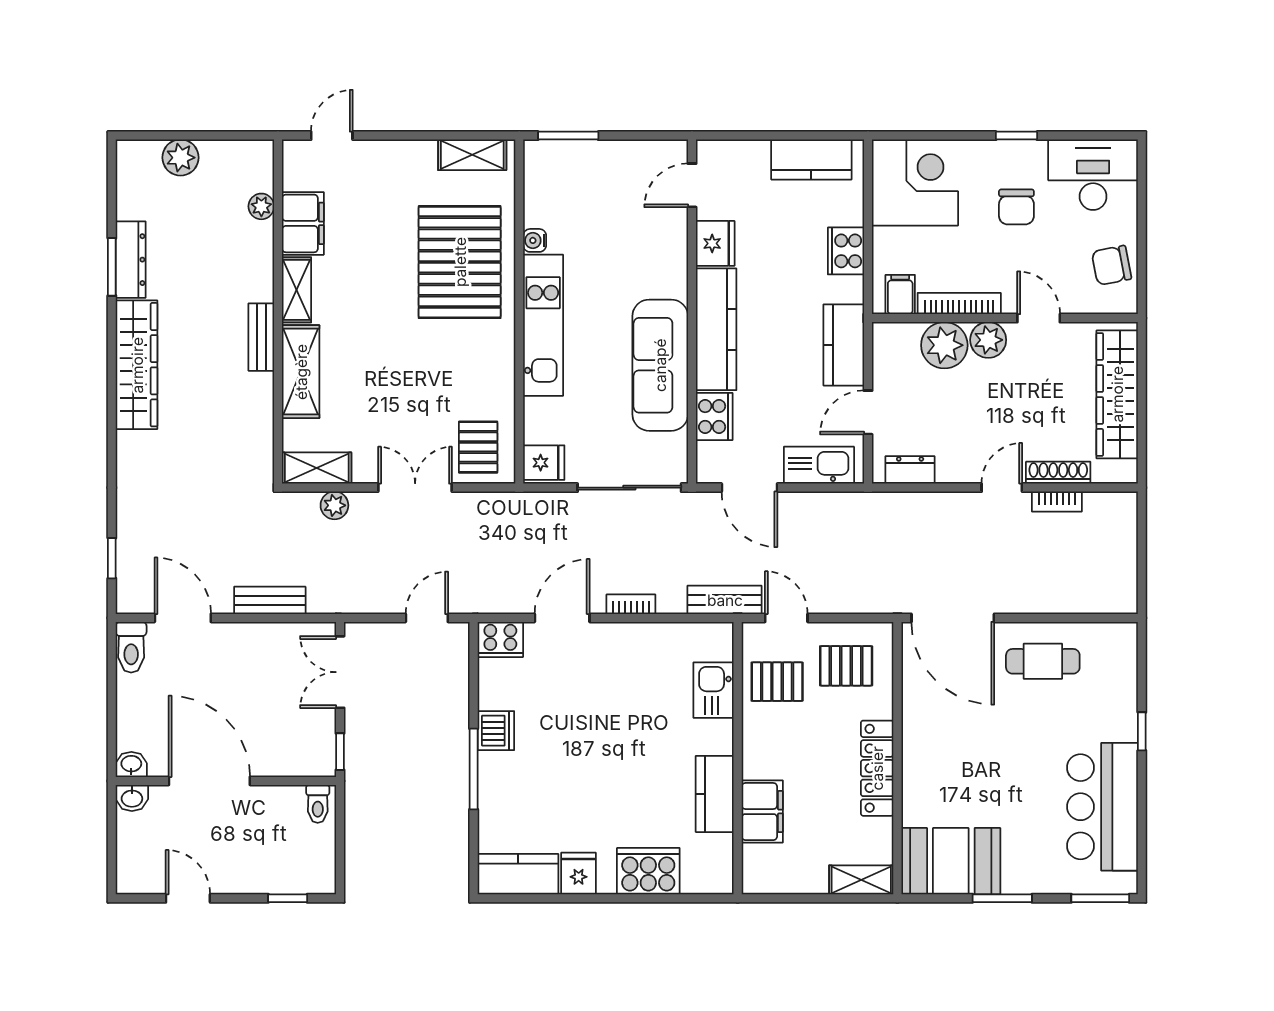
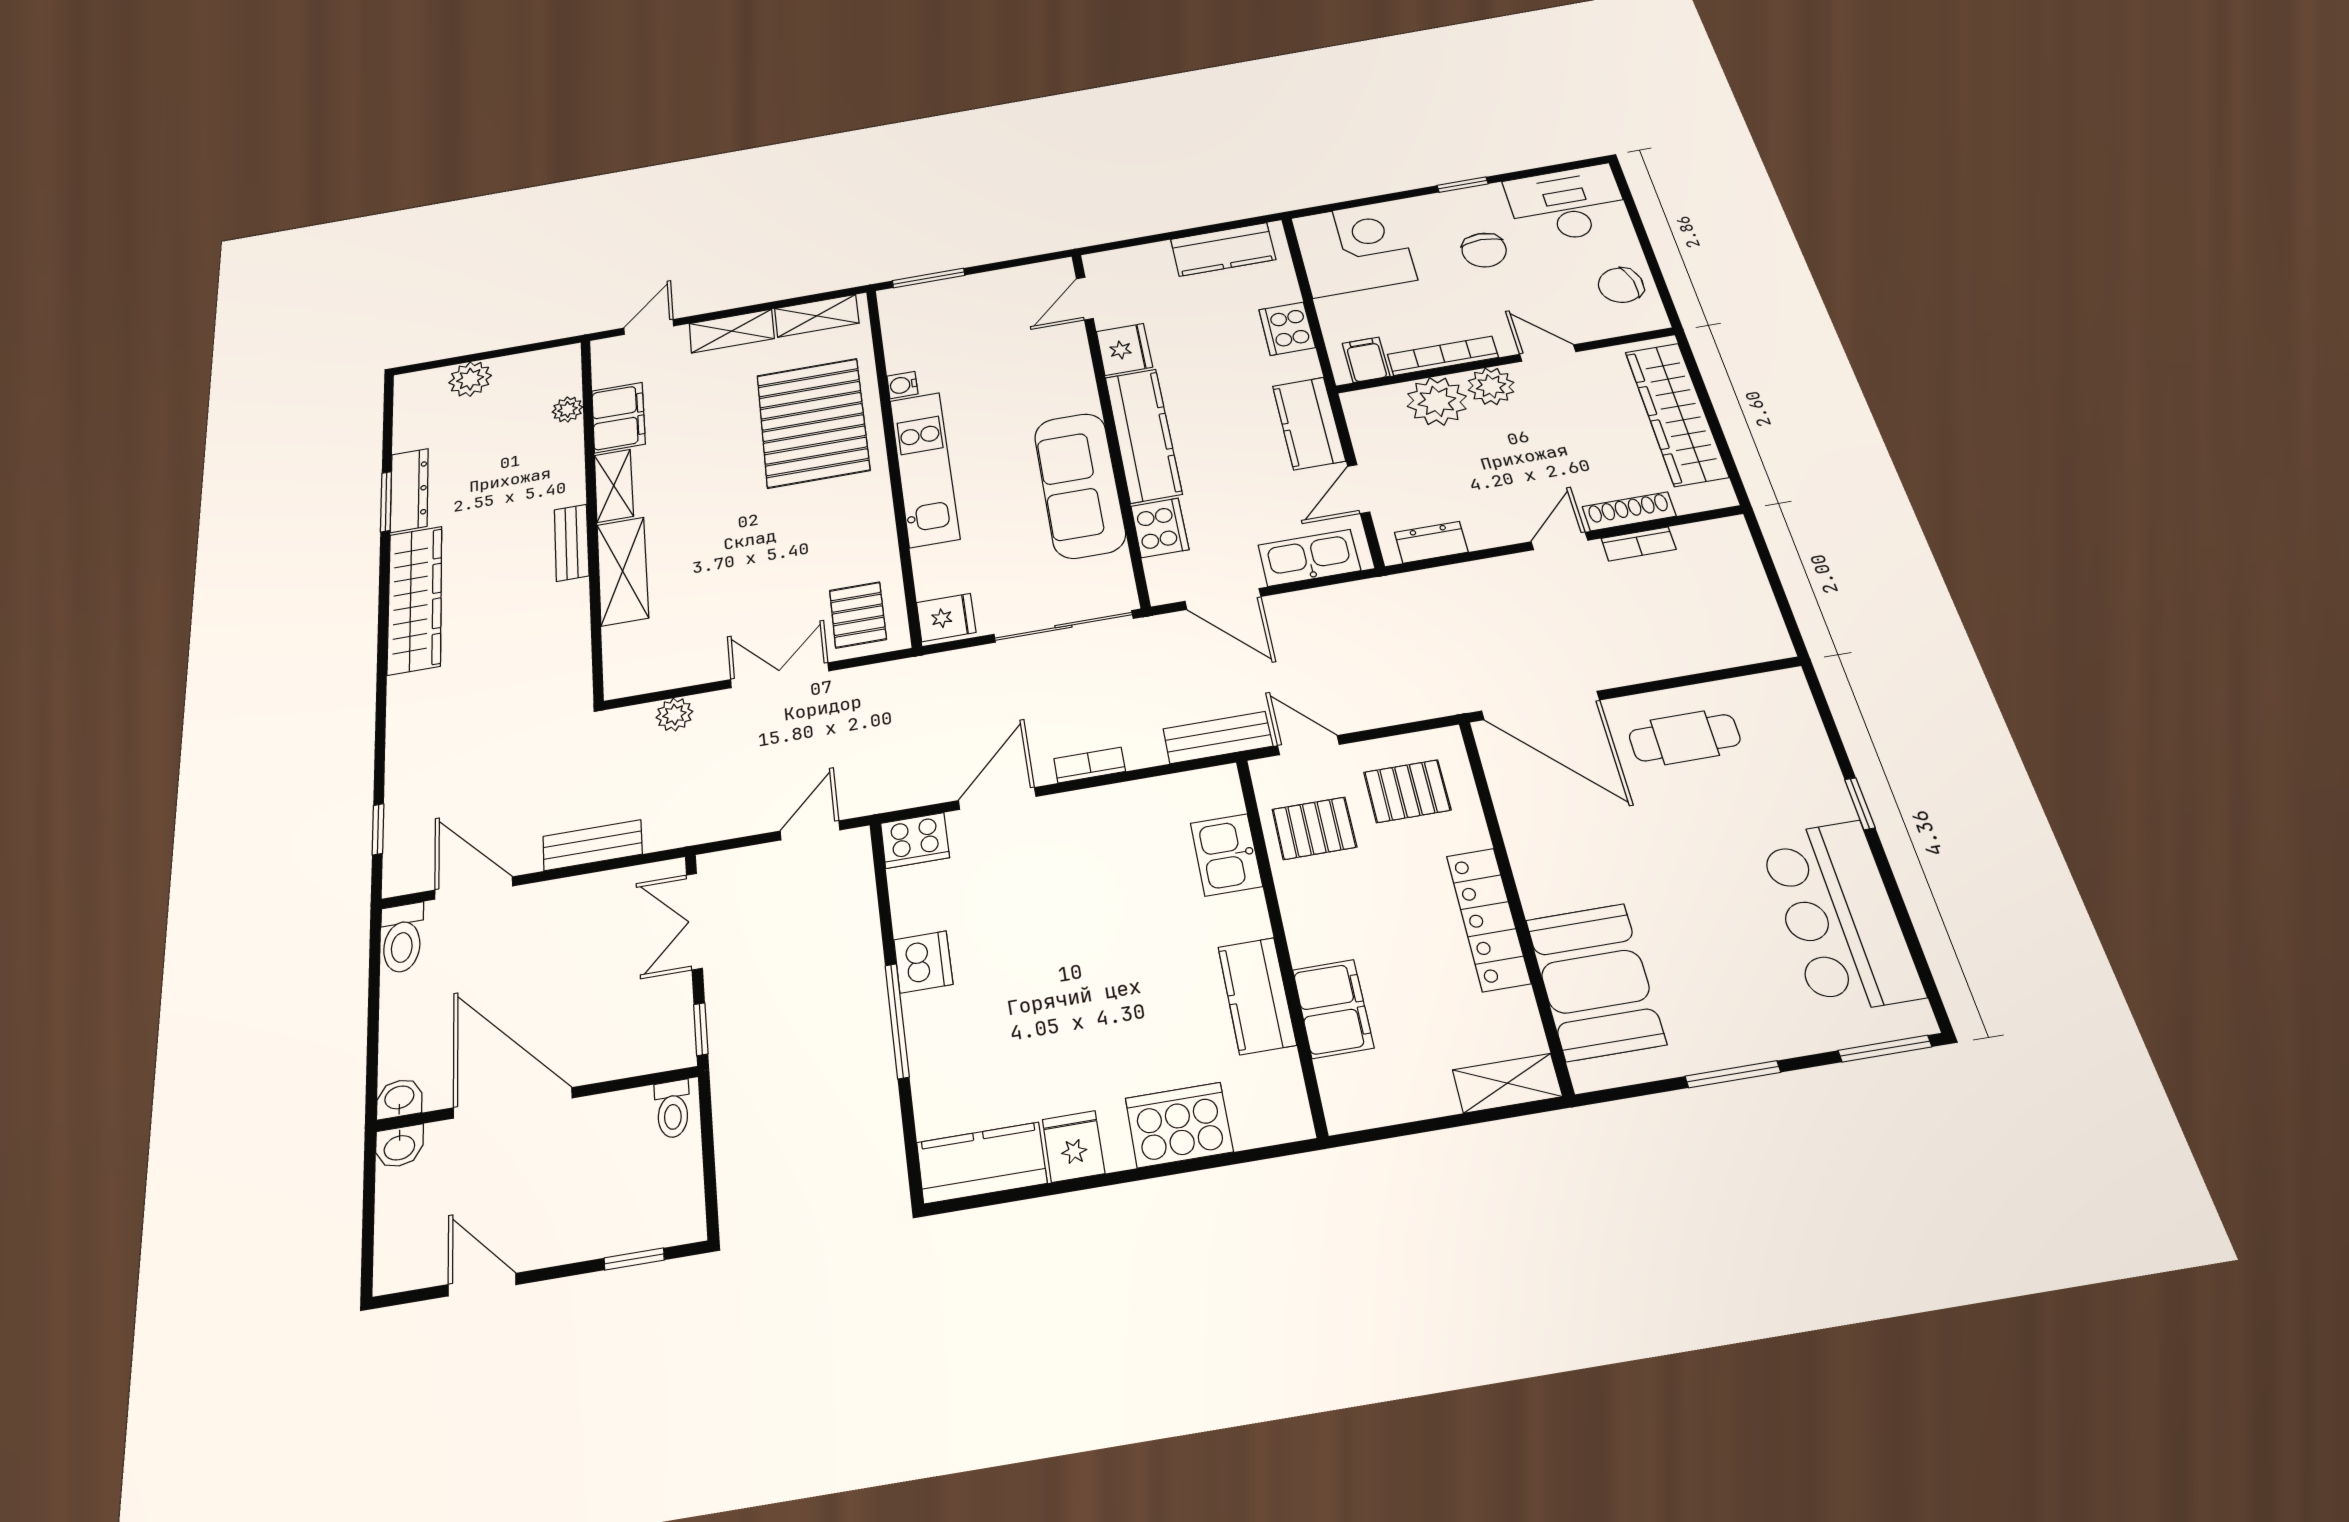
shelving: (317, 468) -> (732, 331), moved
booth: (951, 861) -> (1595, 982), moved, turned 90

